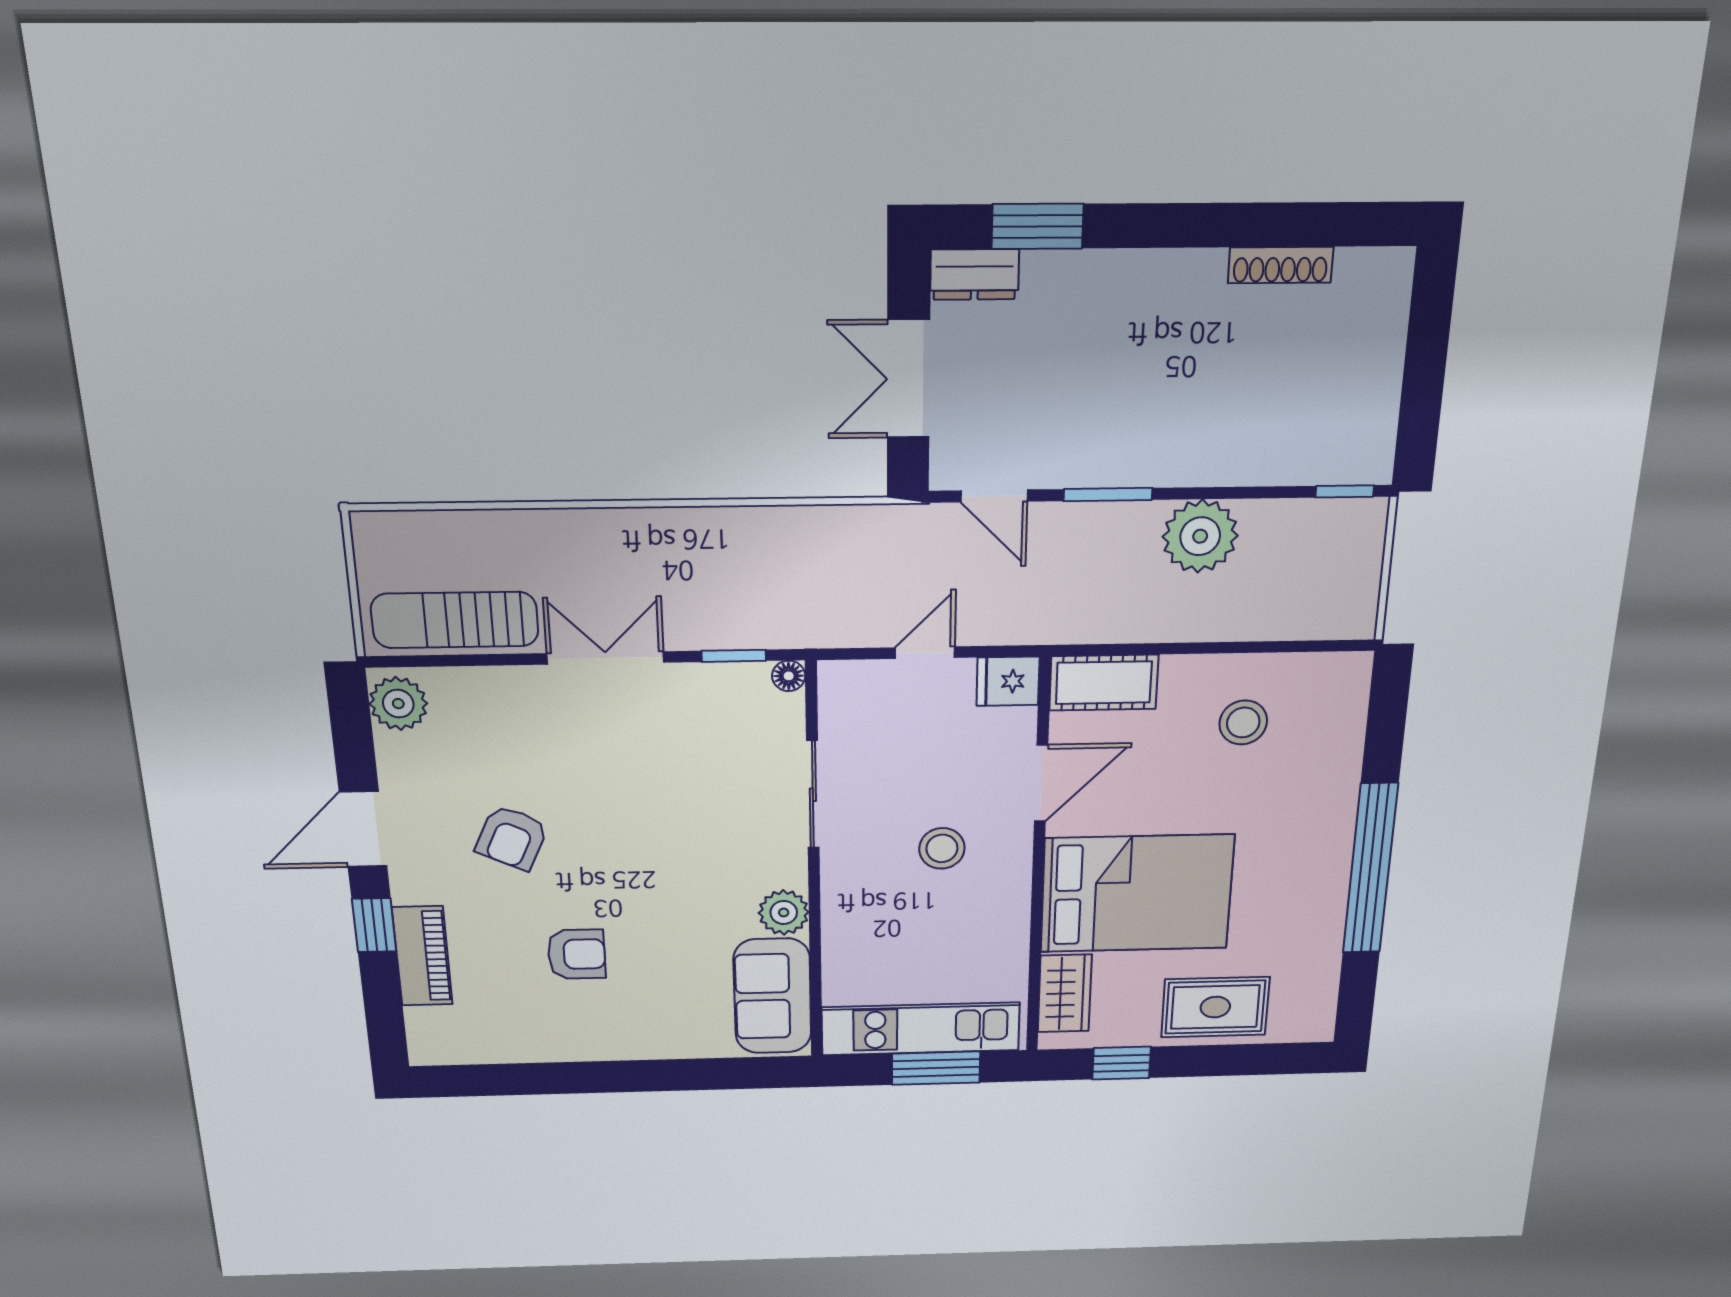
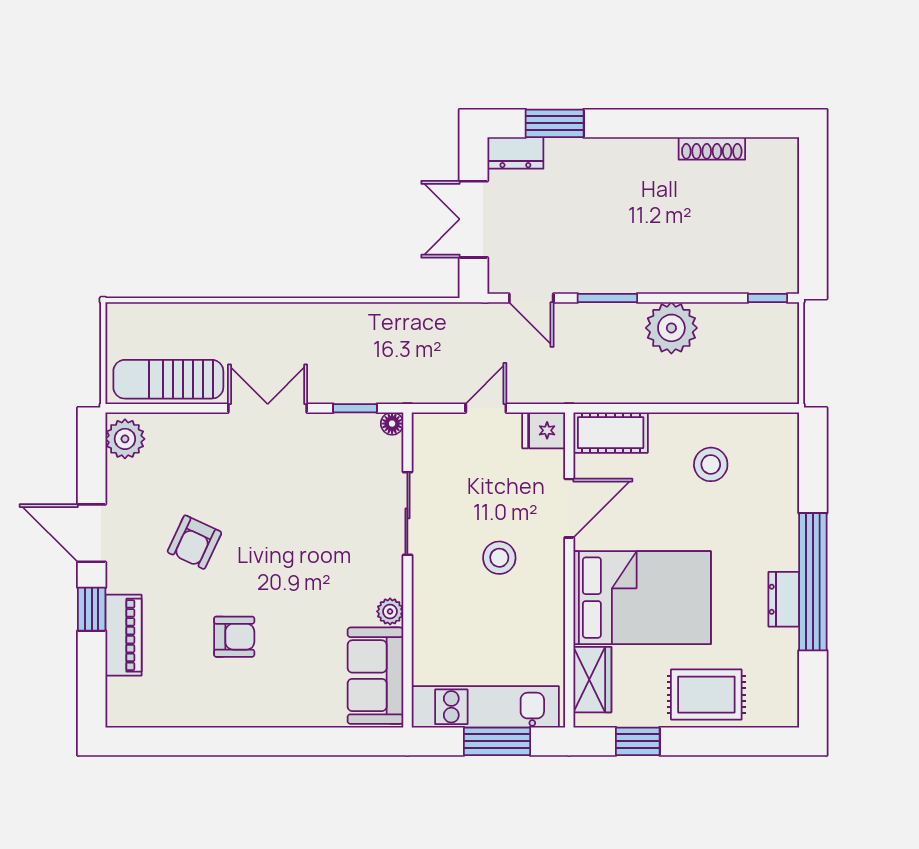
door: (363, 829) -> (92, 533), hinge flipped
dresser: (1329, 891) -> (784, 599), added
plant: (784, 912) -> (390, 611), width x0.73, depth x0.73

